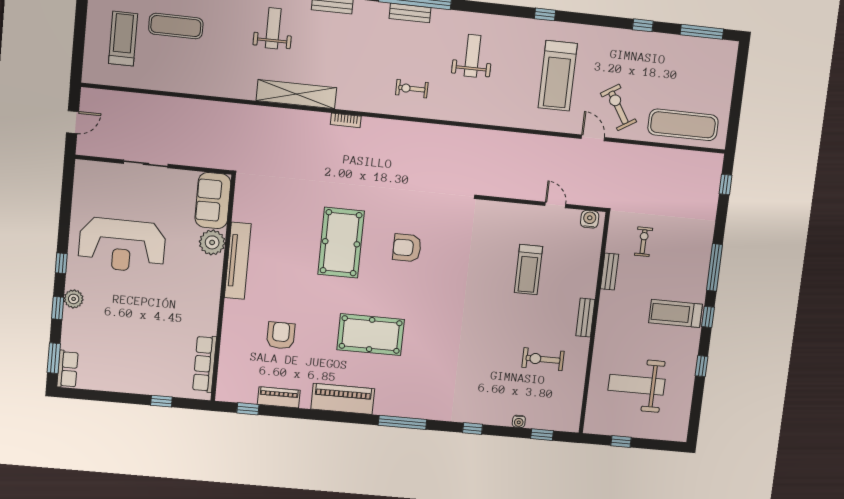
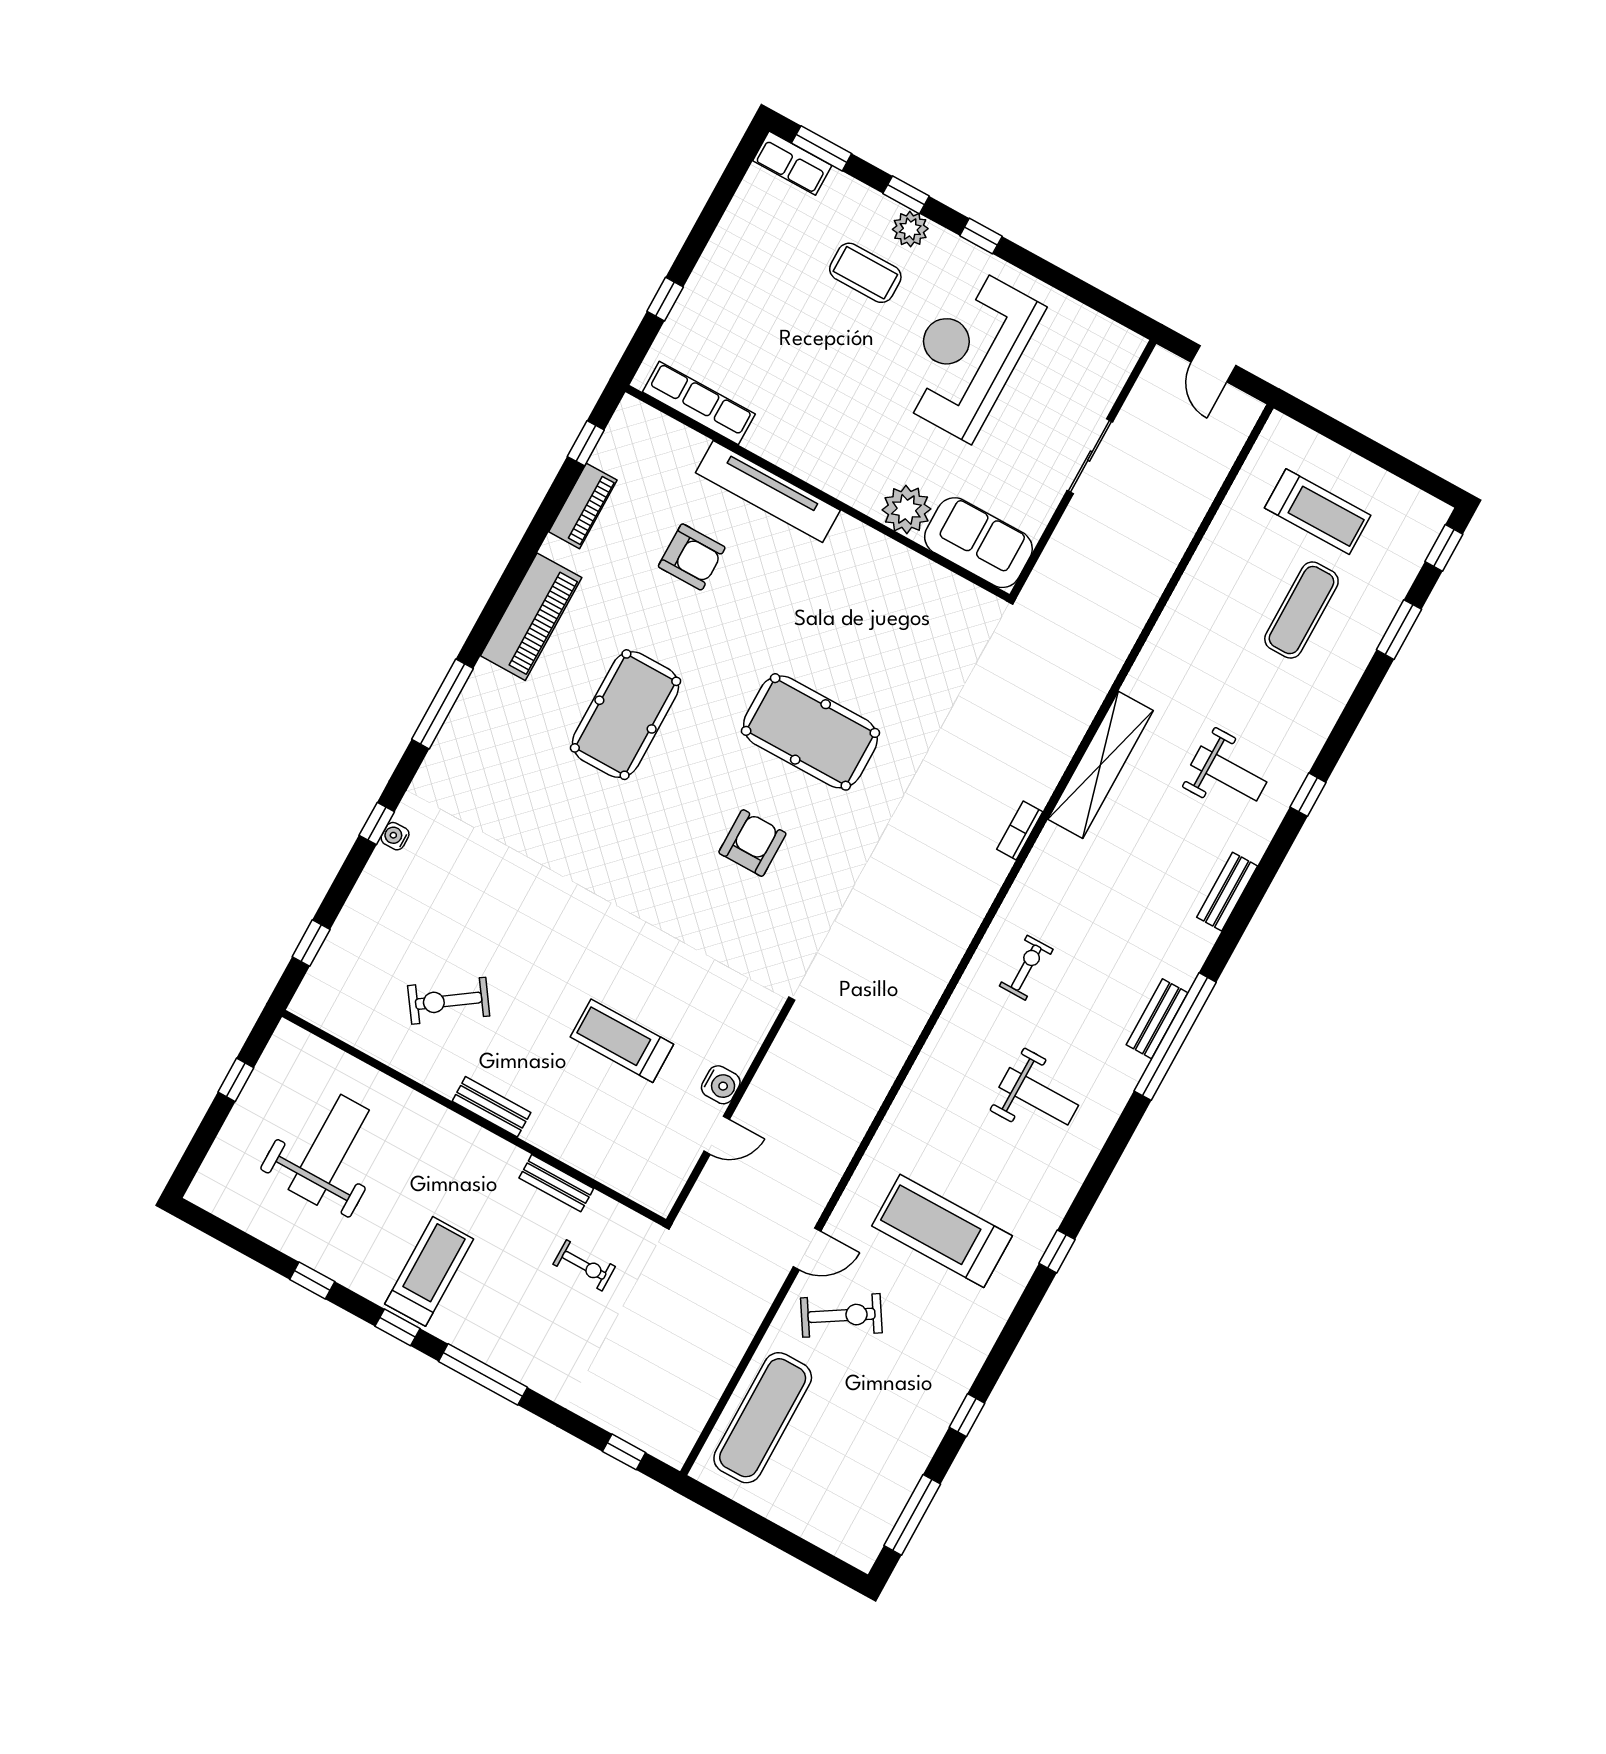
water cooler: (590, 219) -> (721, 1085), moved
tv unit: (238, 261) -> (768, 492), moved
coffee table: (105, 311) -> (865, 273), added
exercise bike: (543, 359) -> (449, 1001), turned -125
water cooler: (519, 421) -> (395, 836), moved

